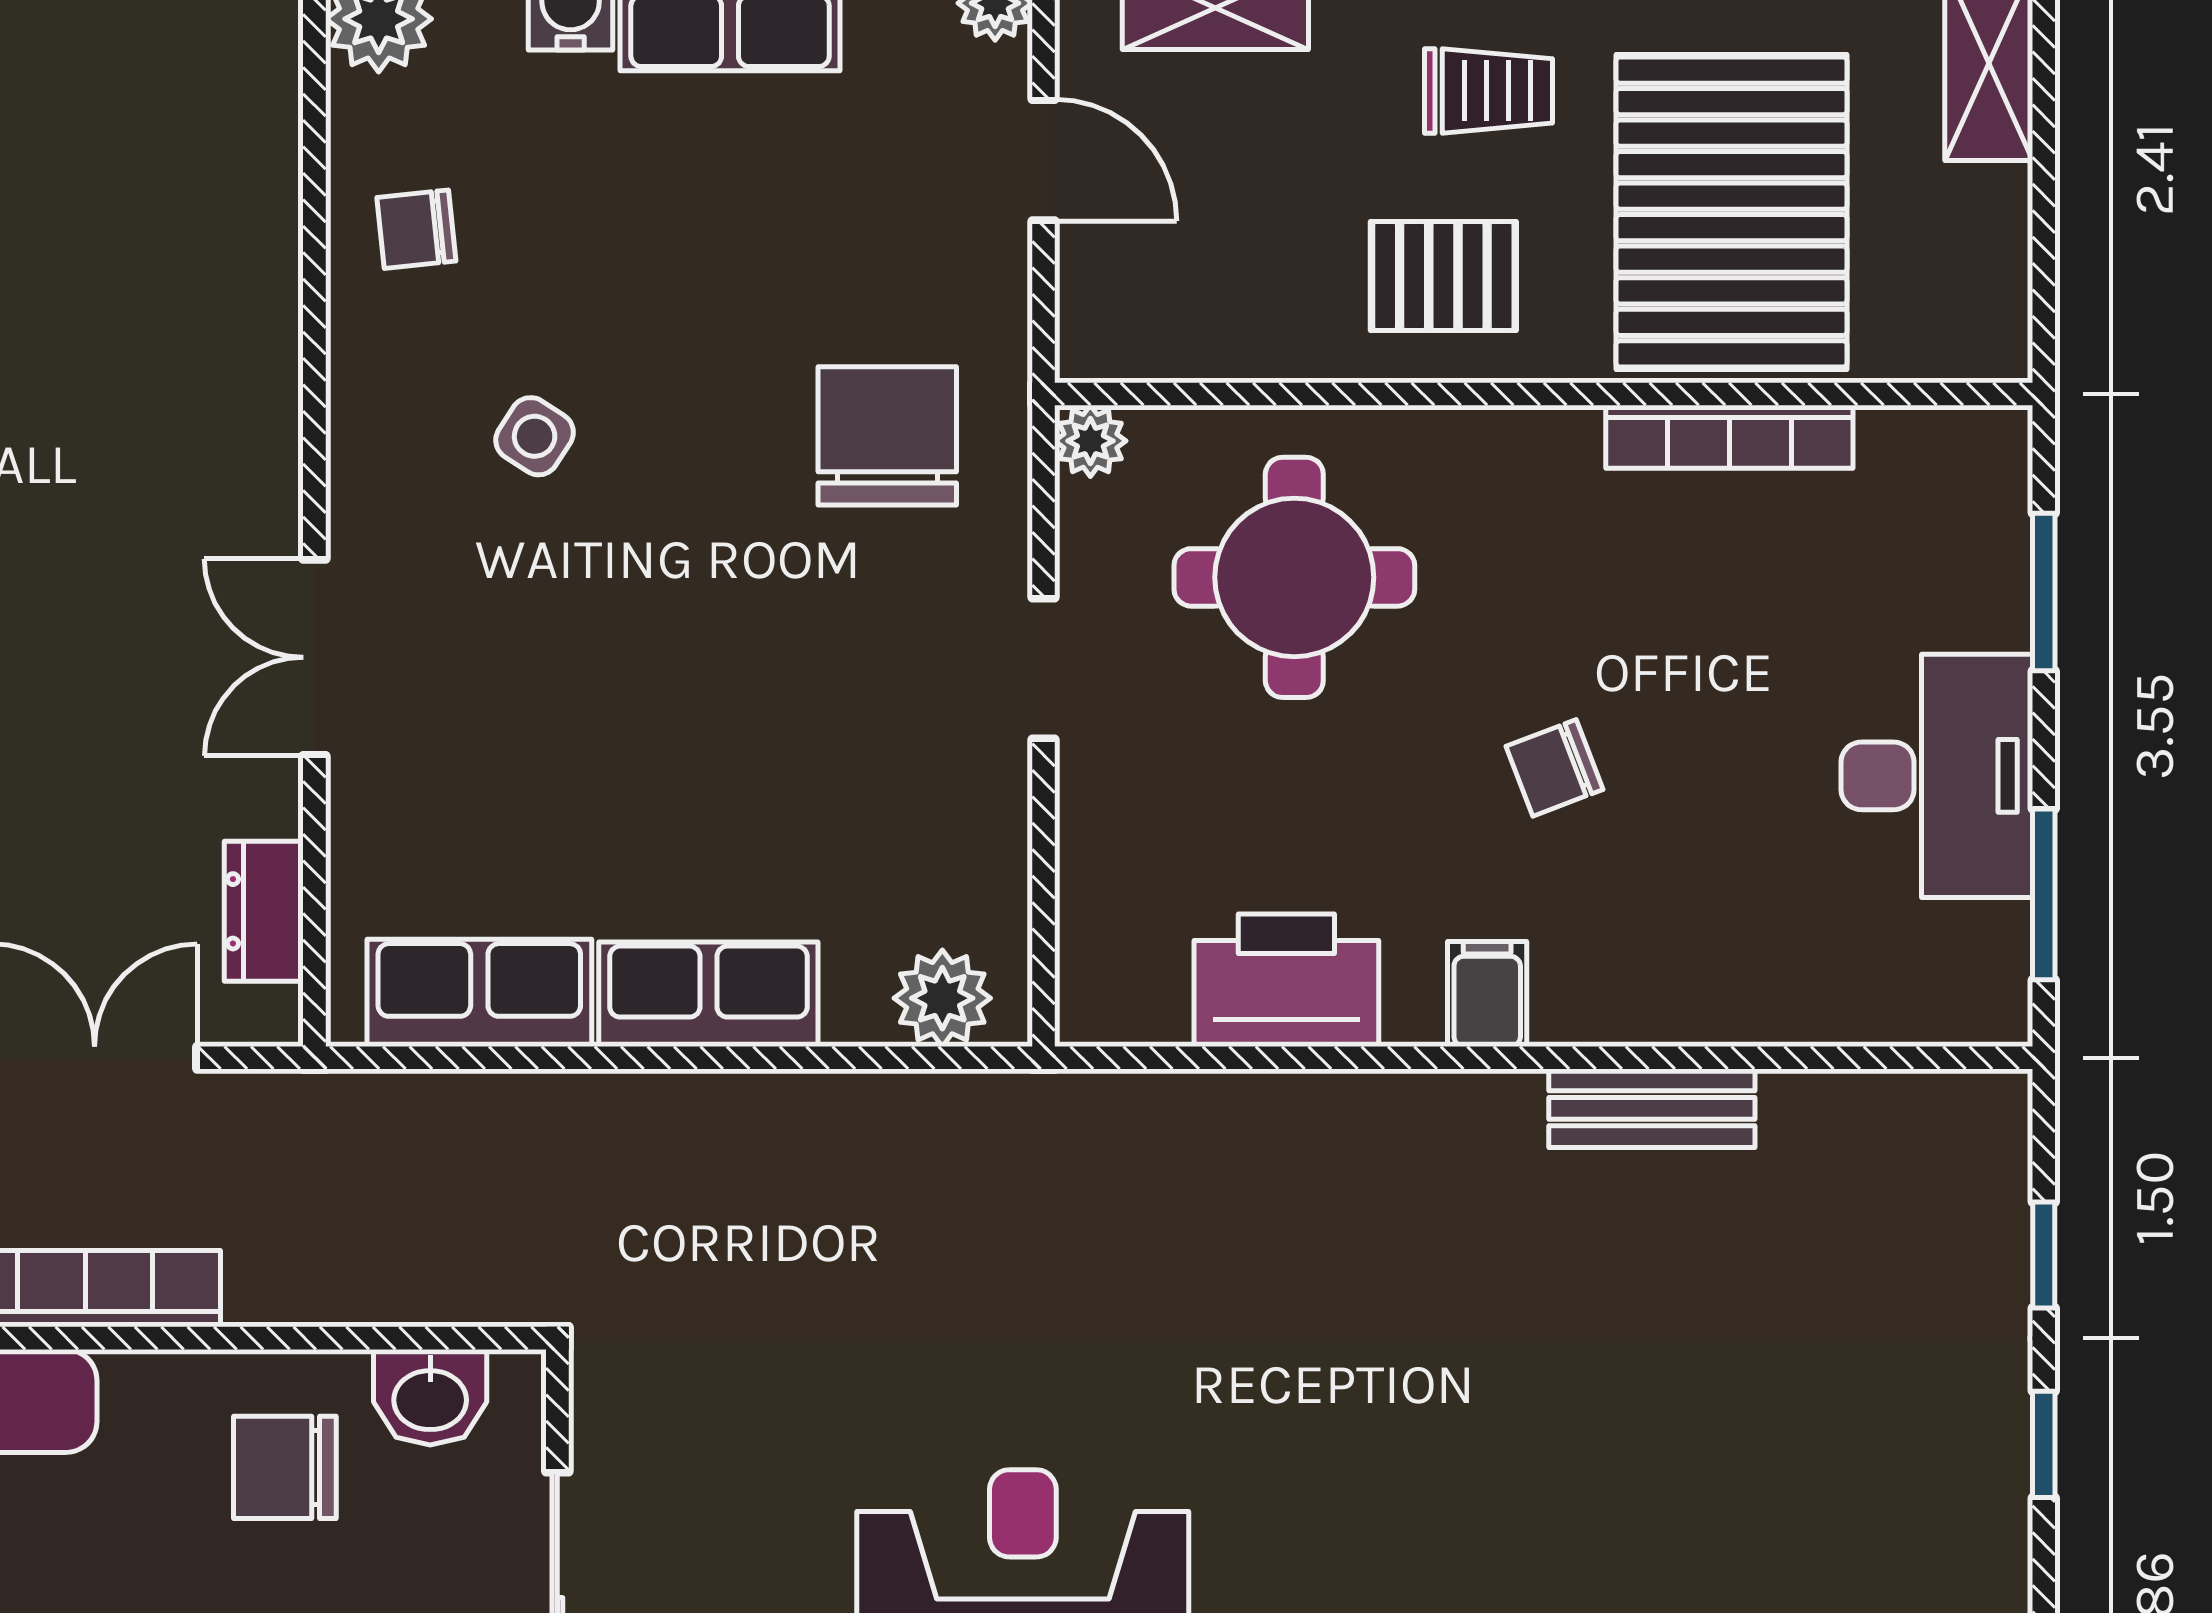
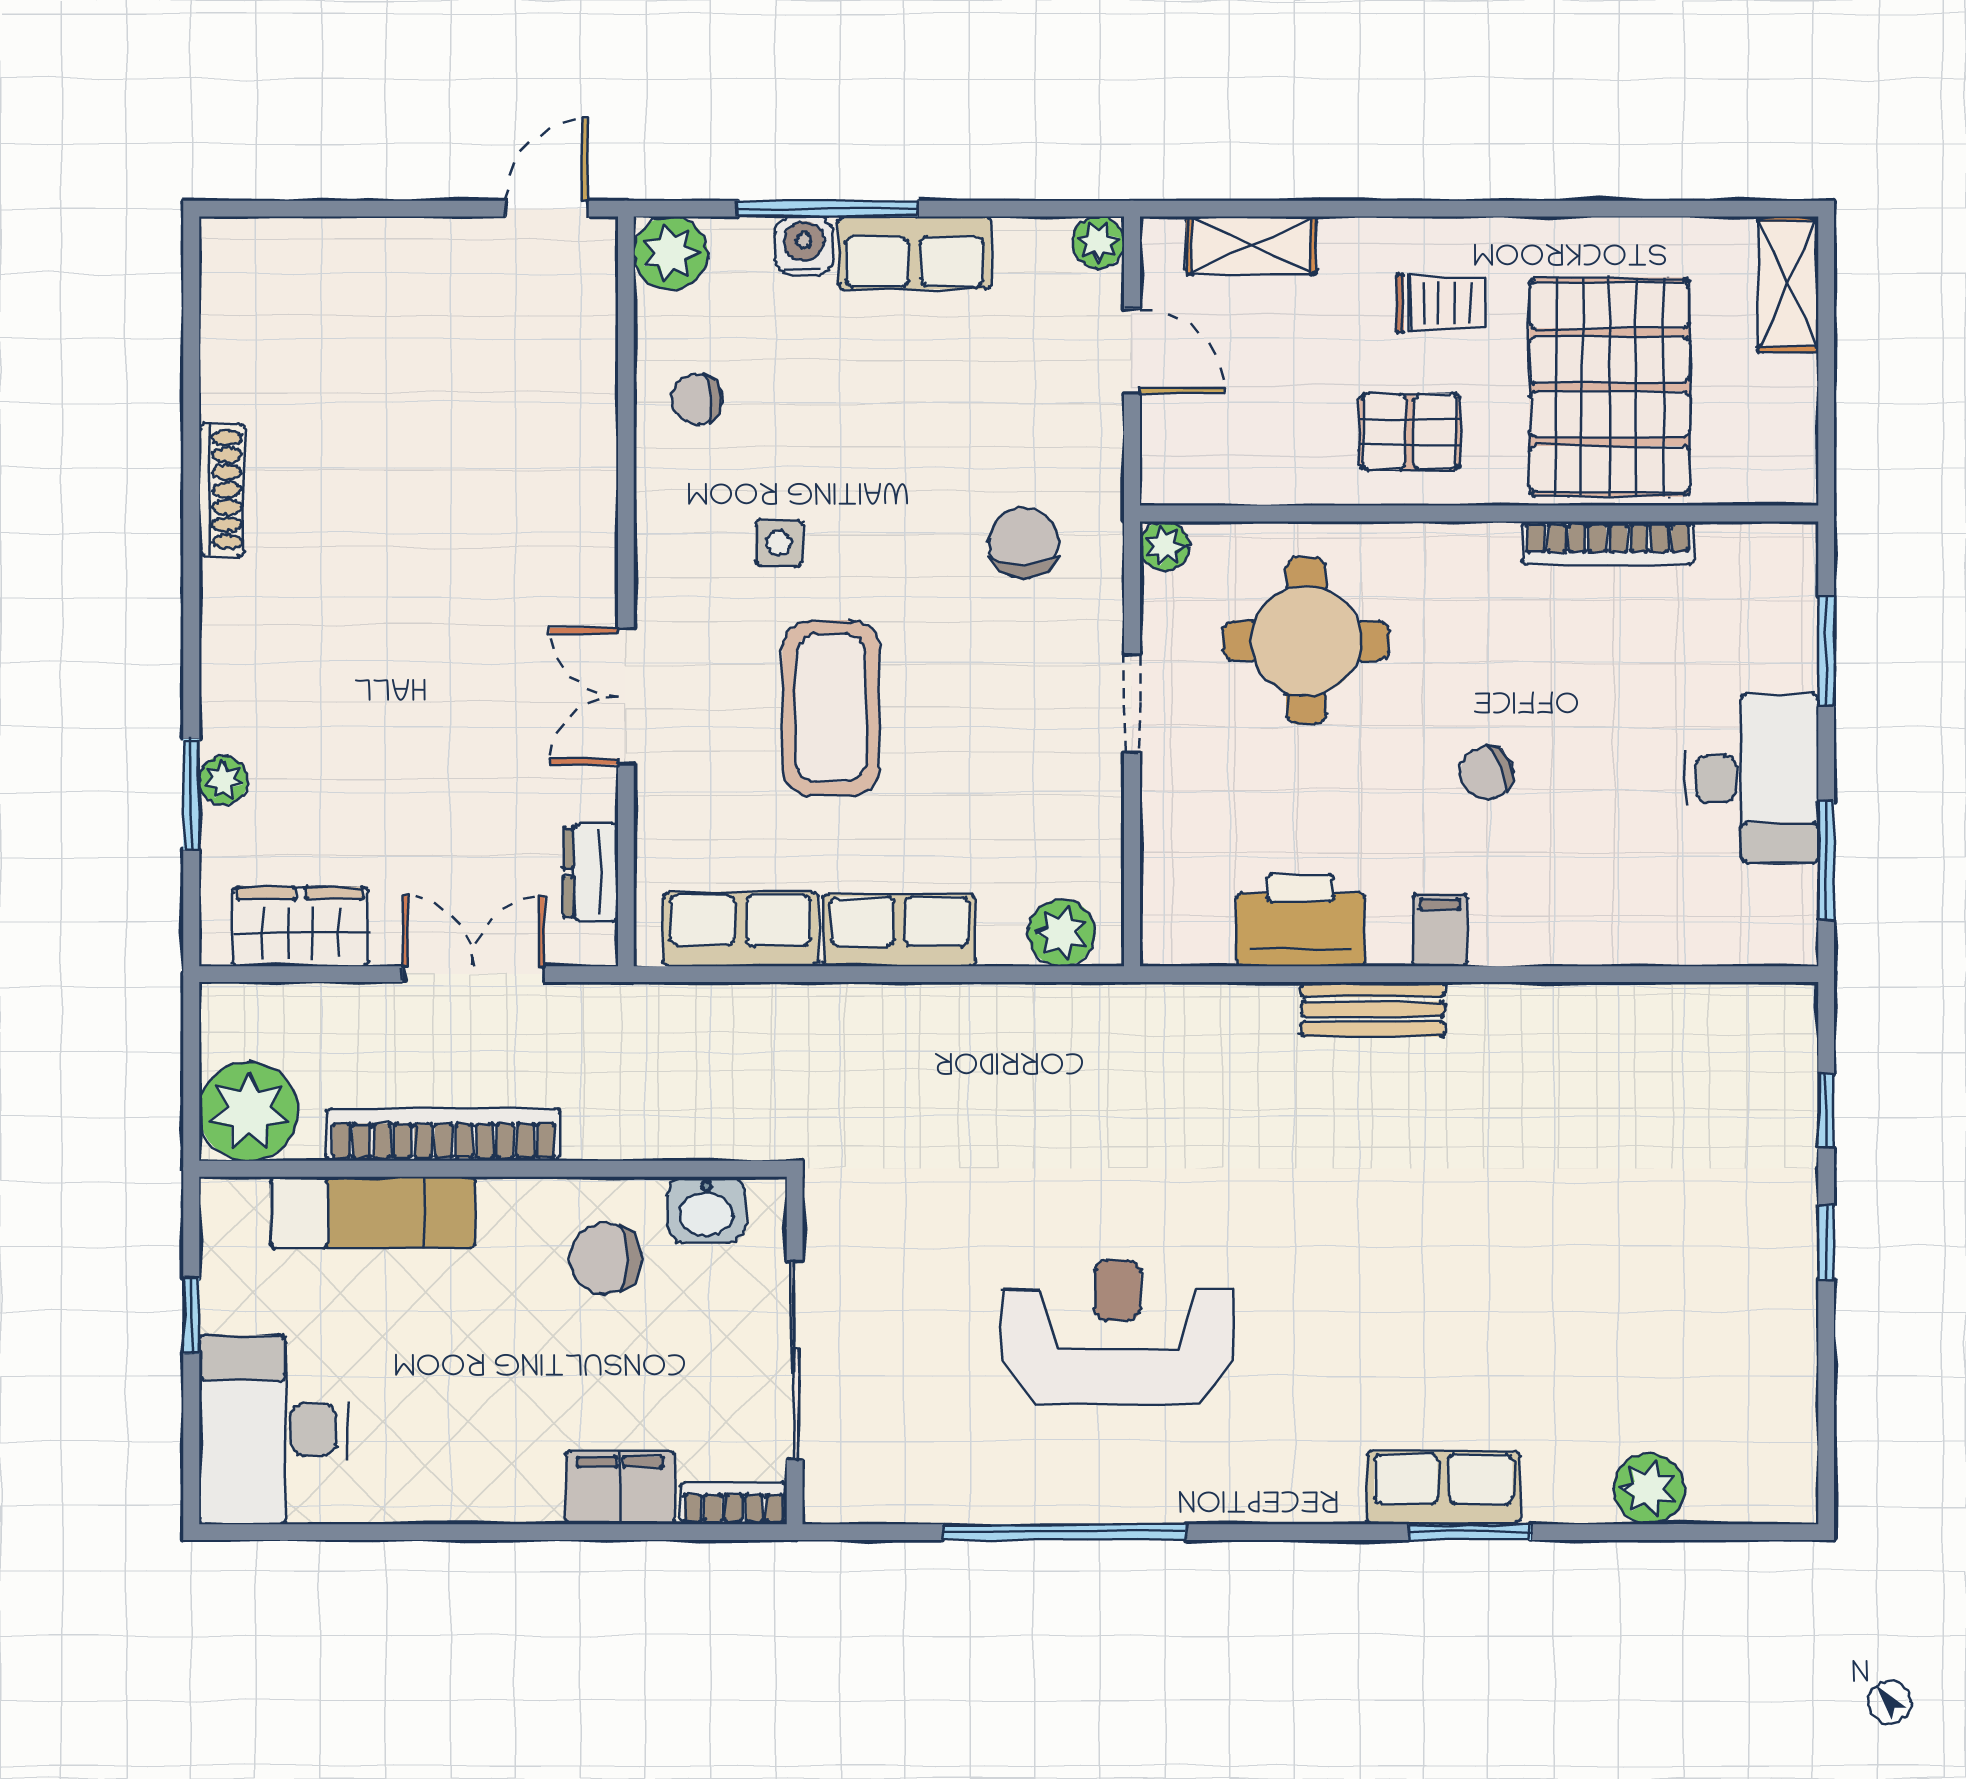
side table: (535, 436) -> (779, 543), turned -33
chair: (887, 436) -> (1024, 543), width x0.73, depth x0.73
coffee table: (610, 674) -> (831, 708), added
bench: (1652, 1108) -> (1373, 1009), moved

